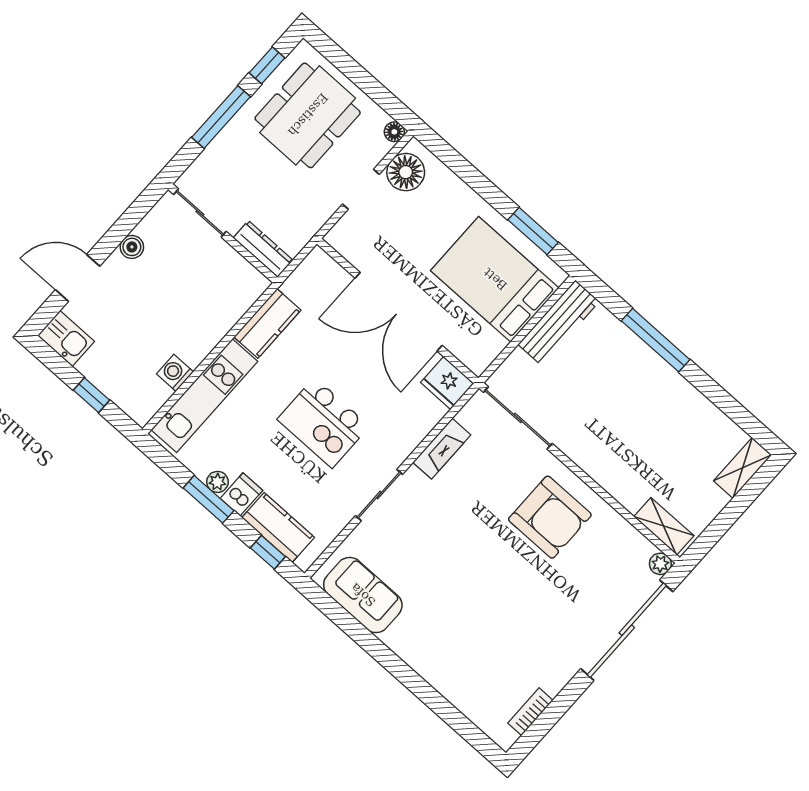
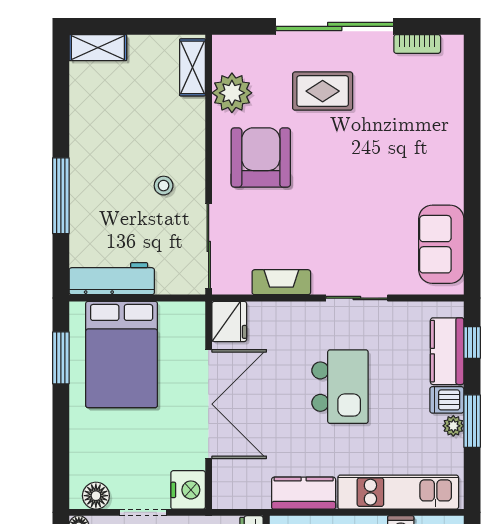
floor lamp: (406, 172) -> (96, 496), width x0.73, depth x0.73
nightstand: (348, 238) -> (188, 490), added
stool: (594, 425) -> (164, 186), added
plant: (660, 564) -> (232, 93), moved, width x1.88, depth x1.88
rug: (558, 609) -> (323, 91), added
sliding door: (627, 630) -> (335, 26), moved

